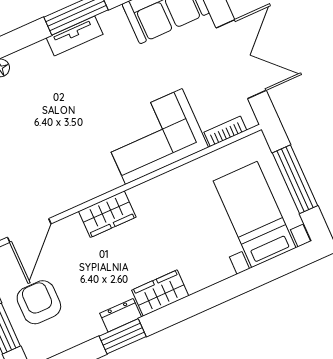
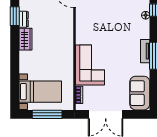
wardrobe: (107, 214) -> (67, 32), removed

